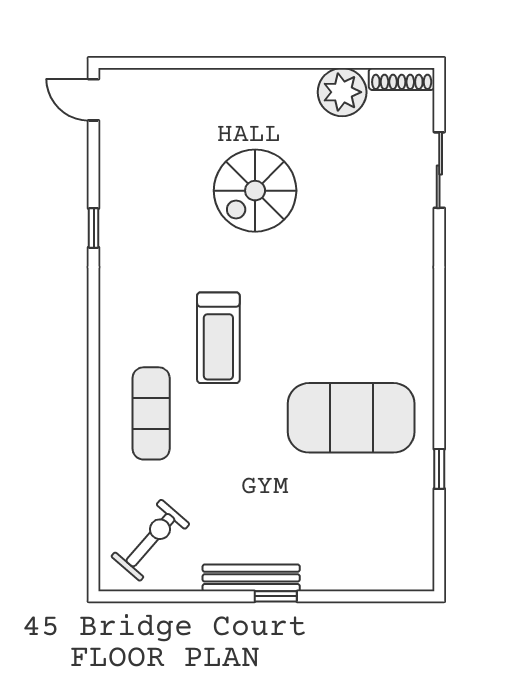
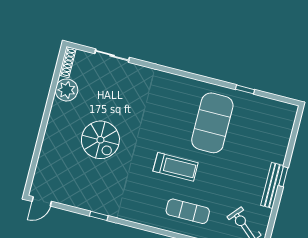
treadmill: (218, 338) -> (176, 167), moved

